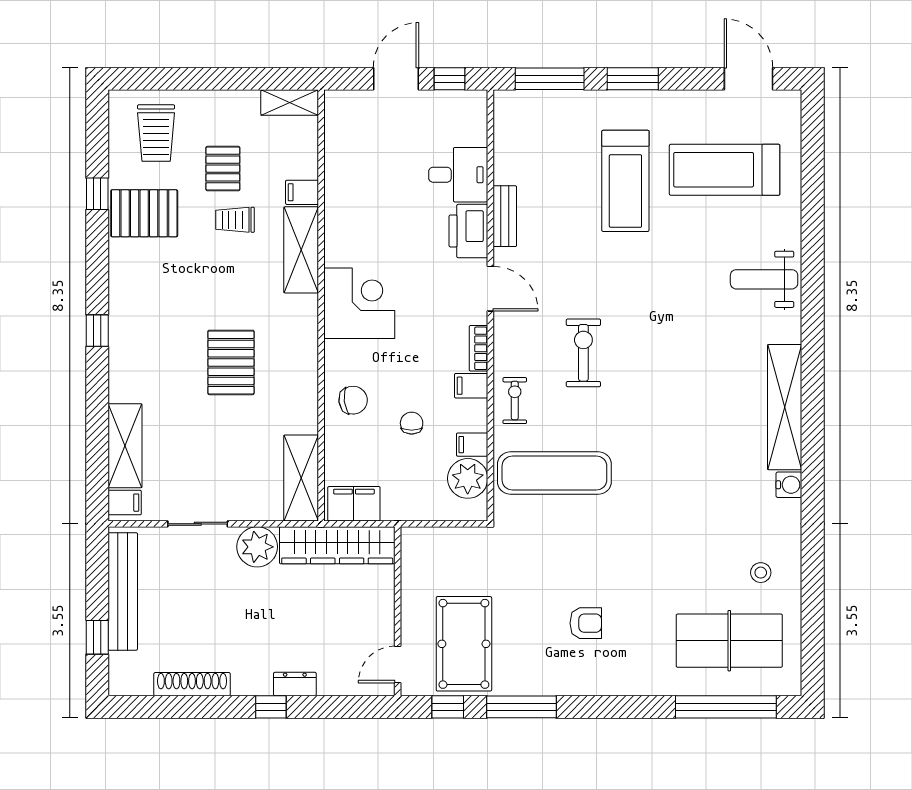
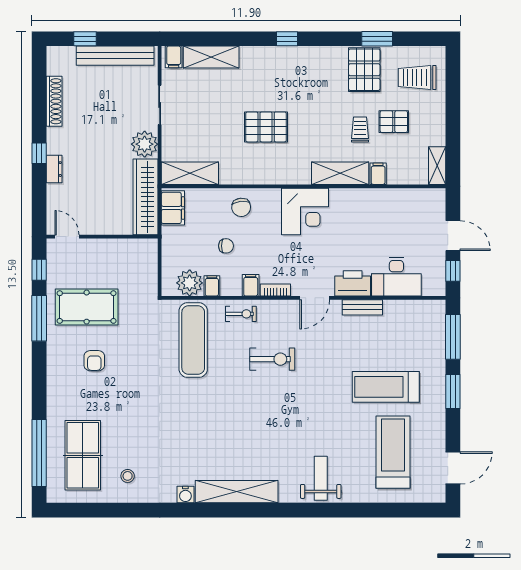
desk: (458, 175) -> (396, 277), width x1.37
window: (97, 194) -> (377, 39), width x1.50
pool table: (464, 644) -> (87, 307), moved

